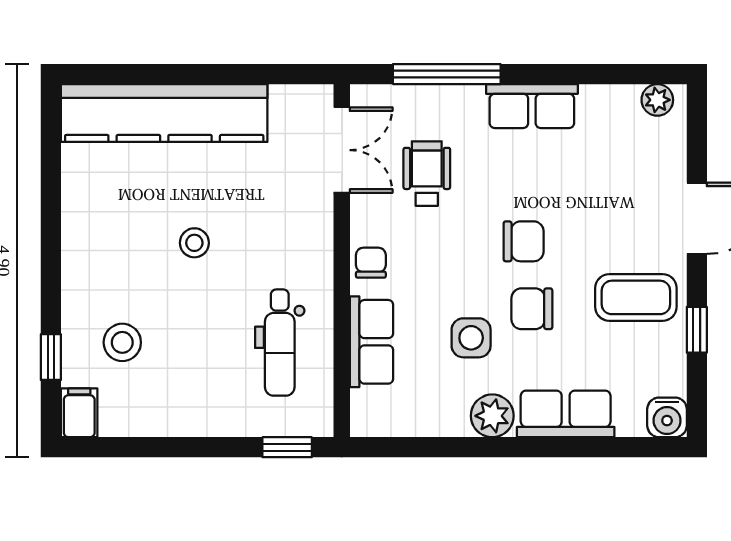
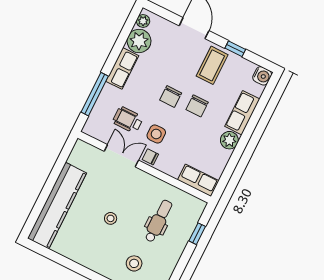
plant: (610, 113) -> (139, 41), added
double door: (342, 150) -> (121, 156), moved
chair: (524, 241) -> (171, 97), turned 180
side table: (471, 338) -> (156, 134), moved
row of seats: (372, 342) -> (198, 180), moved
dental chair: (280, 343) -> (158, 221), moved, turned -90
window: (287, 447) -> (197, 234), moved

